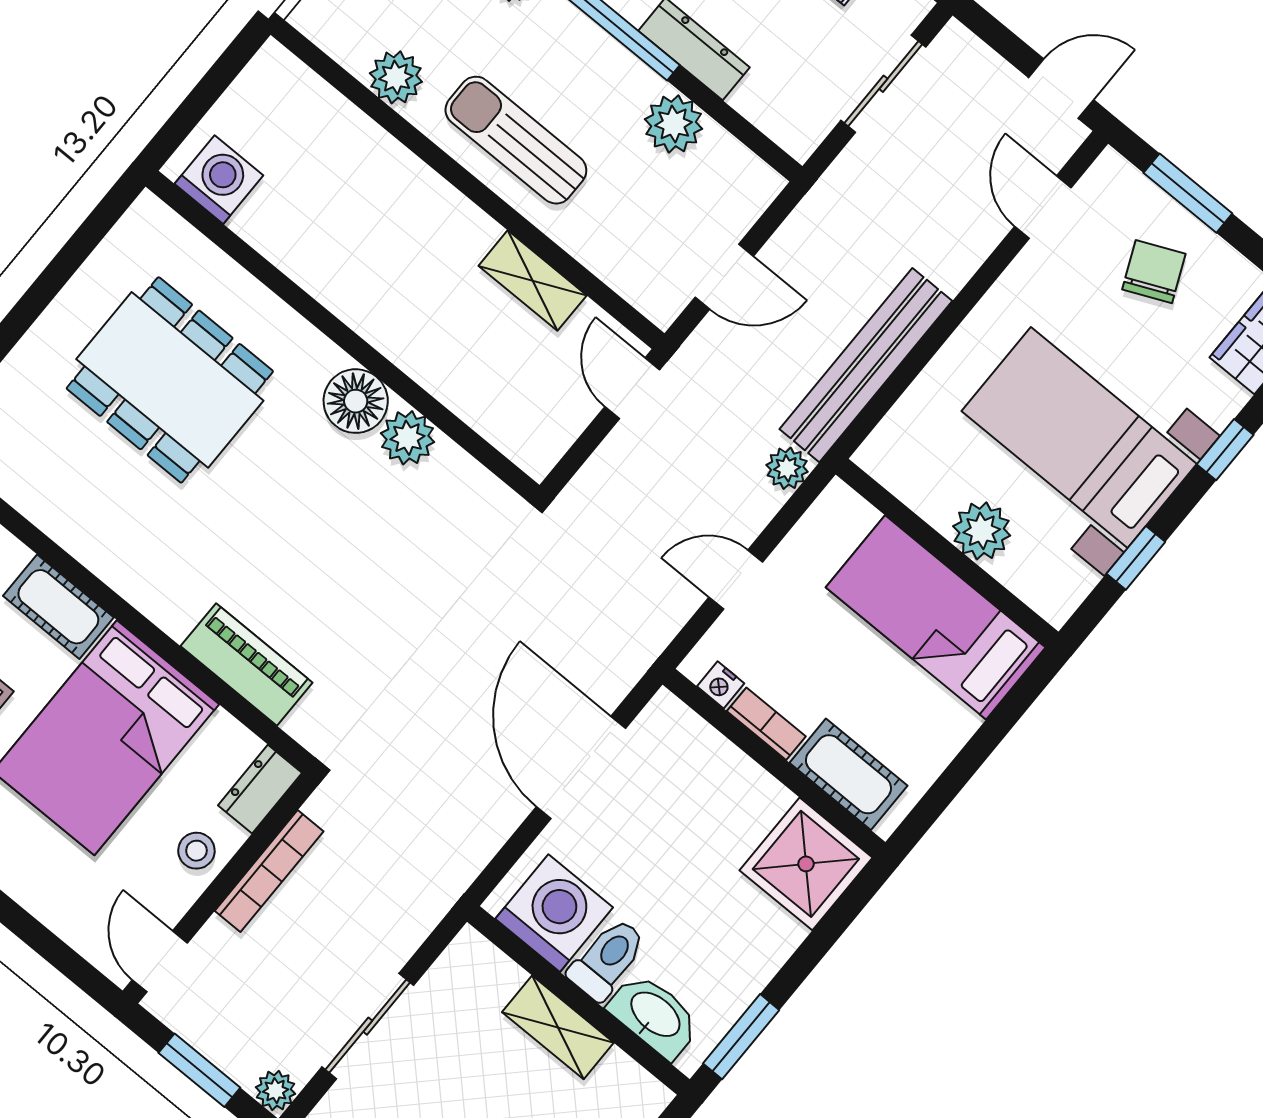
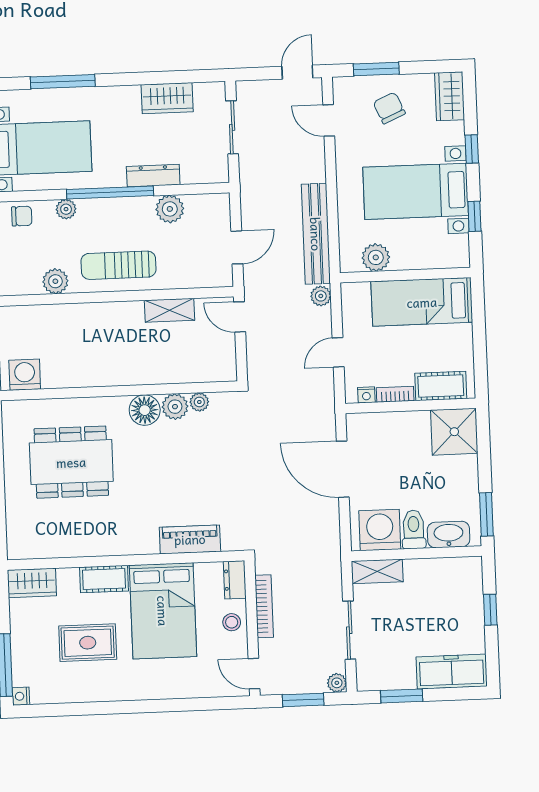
plant: (452, 464) -> (199, 402), added
plant: (982, 531) -> (376, 257), moved
shelving: (558, 1027) -> (377, 571), moved

